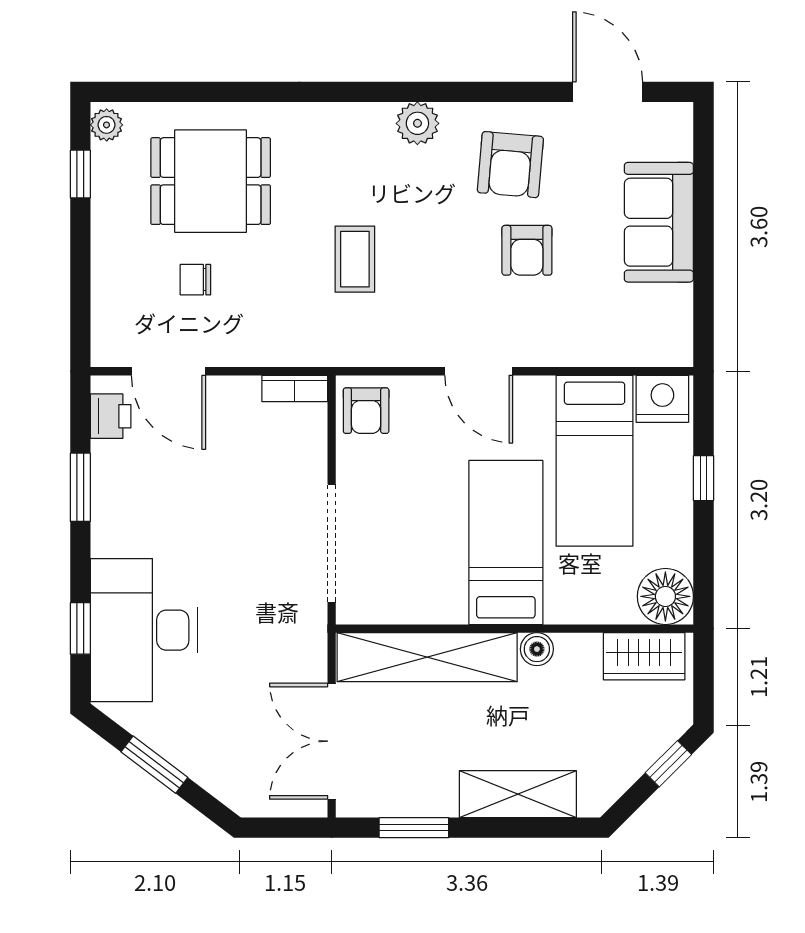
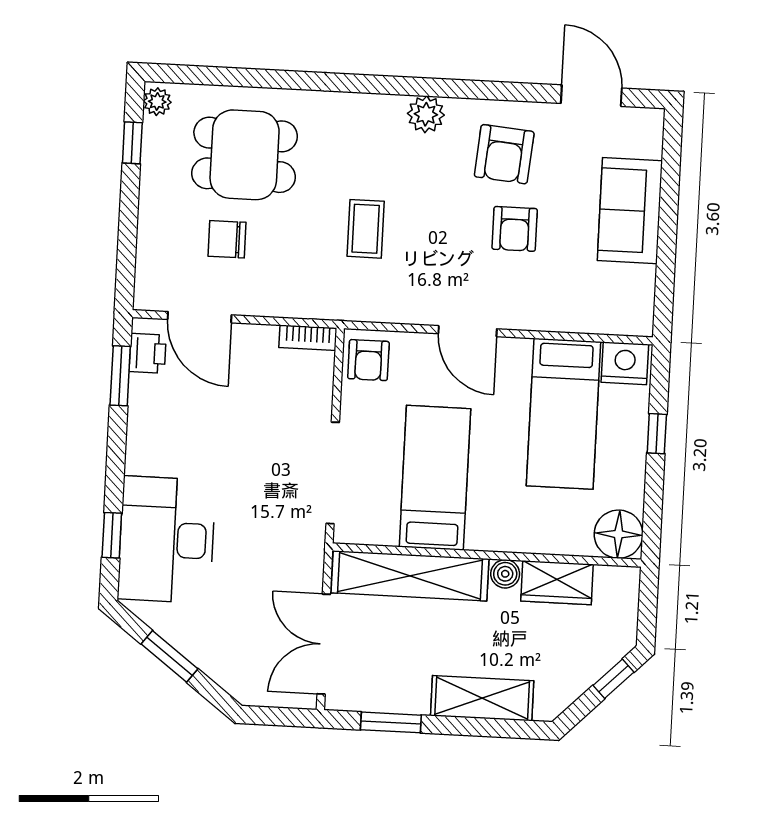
chair: (195, 280) -> (227, 239), width x1.37, depth x1.37
window: (80, 487) -> (120, 376), moved
bed: (506, 542) -> (435, 478), moved
wardrobe: (644, 656) -> (557, 583), moved

